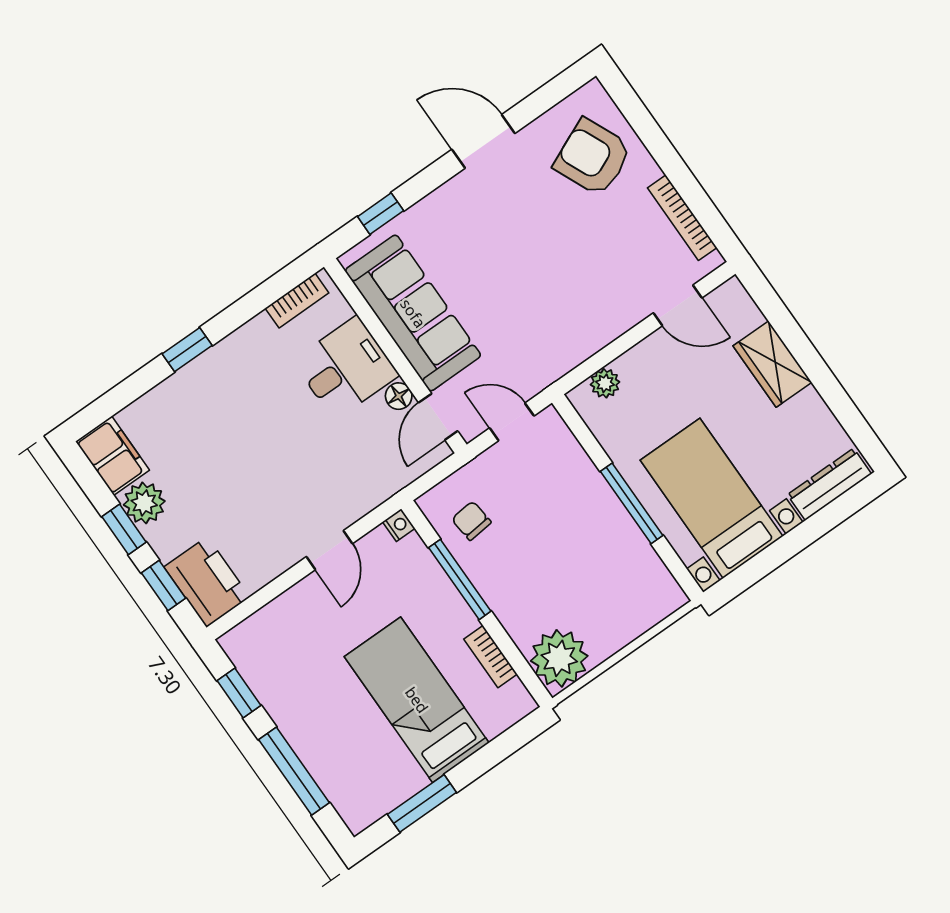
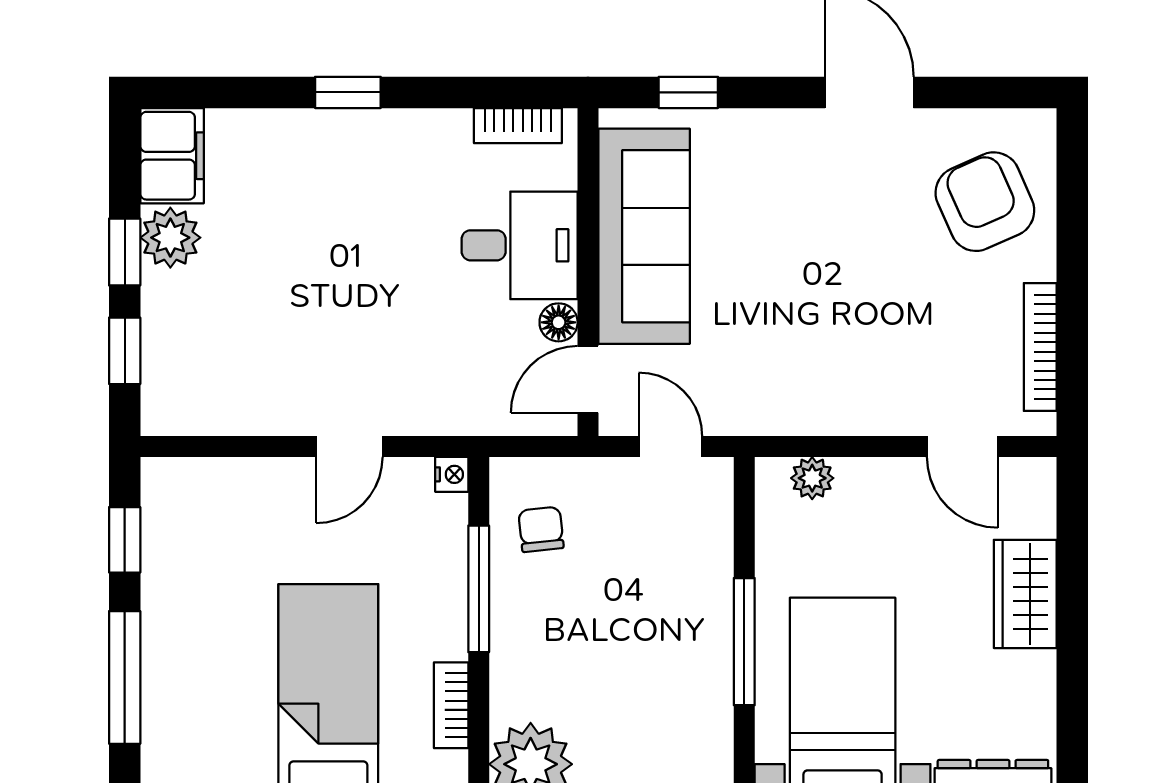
printer: (207, 582) -> (179, 383), removed

